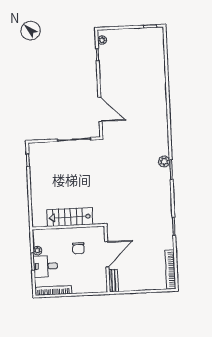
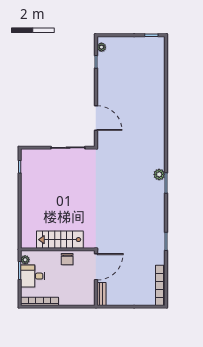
stairs: (70, 217) -> (60, 240), moved
wall: (68, 227) -> (58, 249), moved

